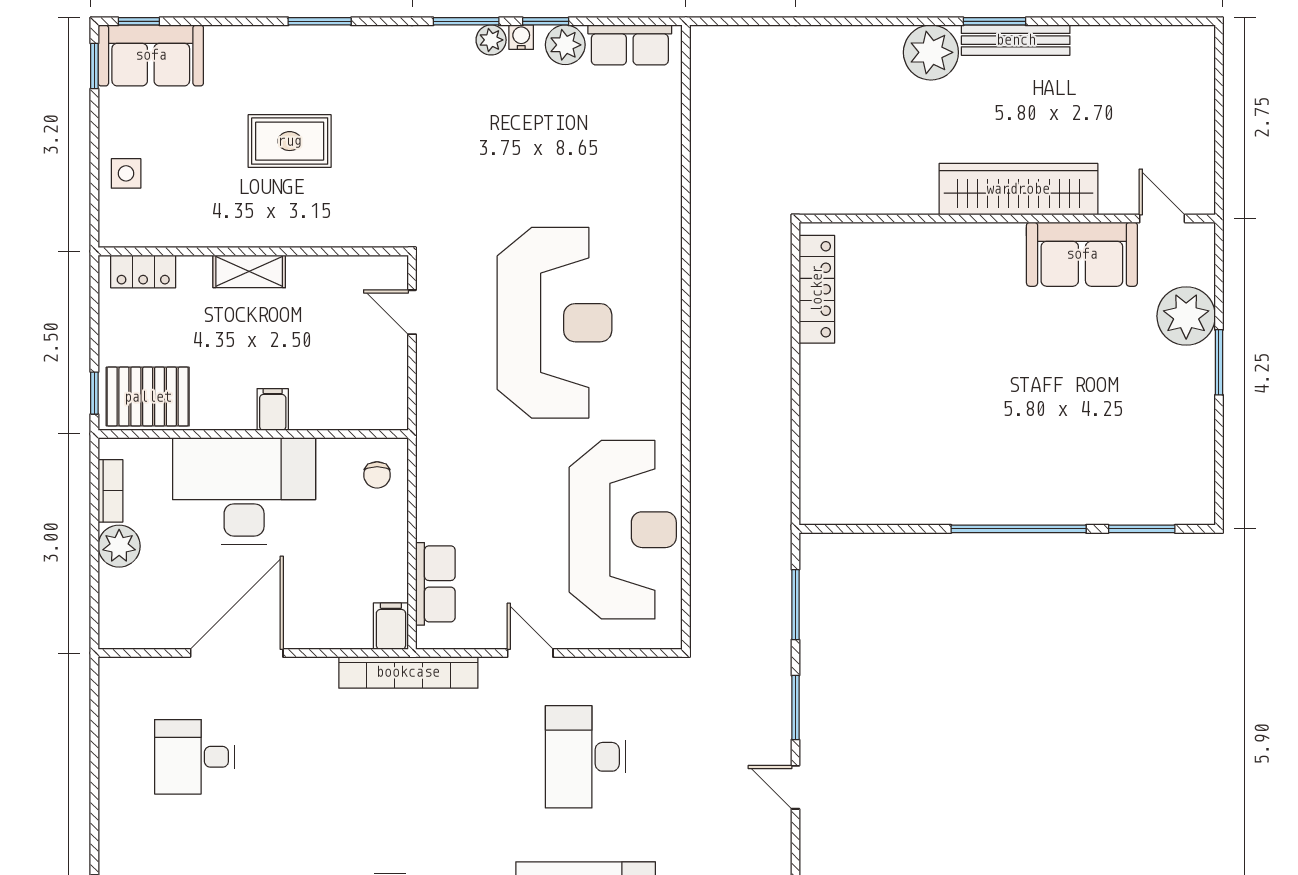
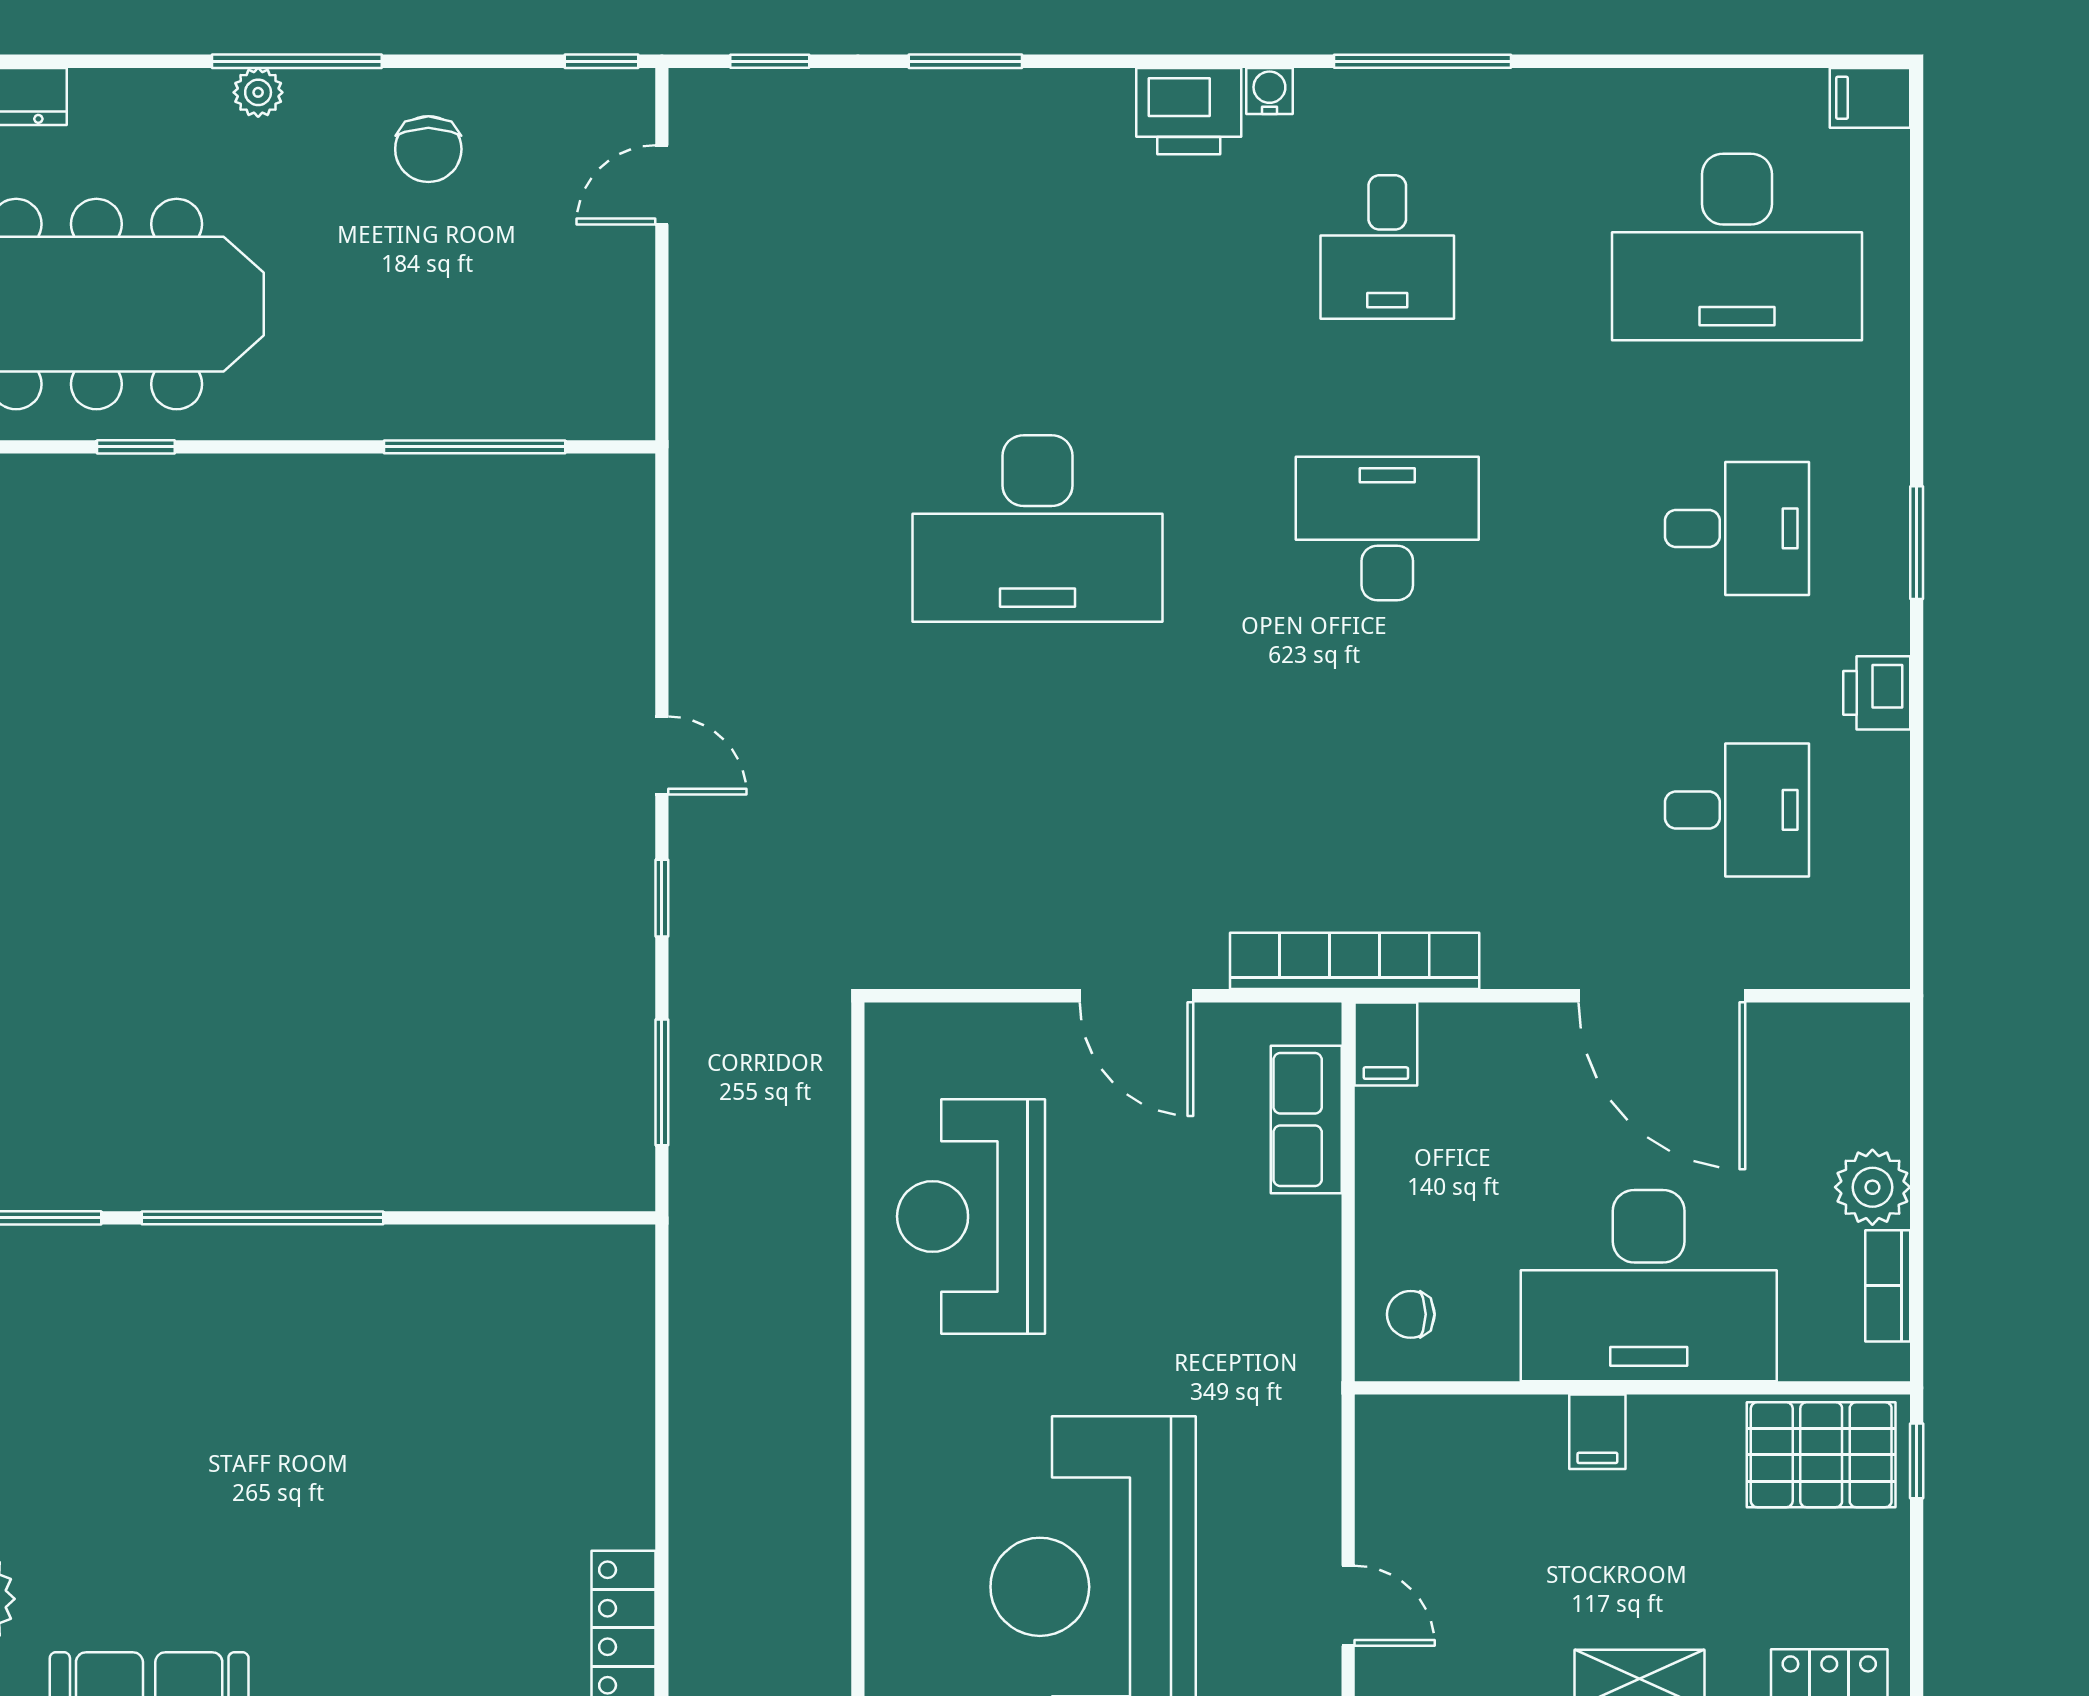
chair: (377, 475) -> (1411, 1314), turned -90
reception desk: (623, 530) -> (971, 1216), width x0.74, depth x0.77
door: (237, 653) -> (1662, 996), hinge flipped
door: (530, 653) -> (1137, 996), width x1.38
window: (795, 708) -> (662, 898), width x0.67
desk: (586, 757) -> (1038, 810), removed
printer: (117, 822) -> (1877, 693), added

